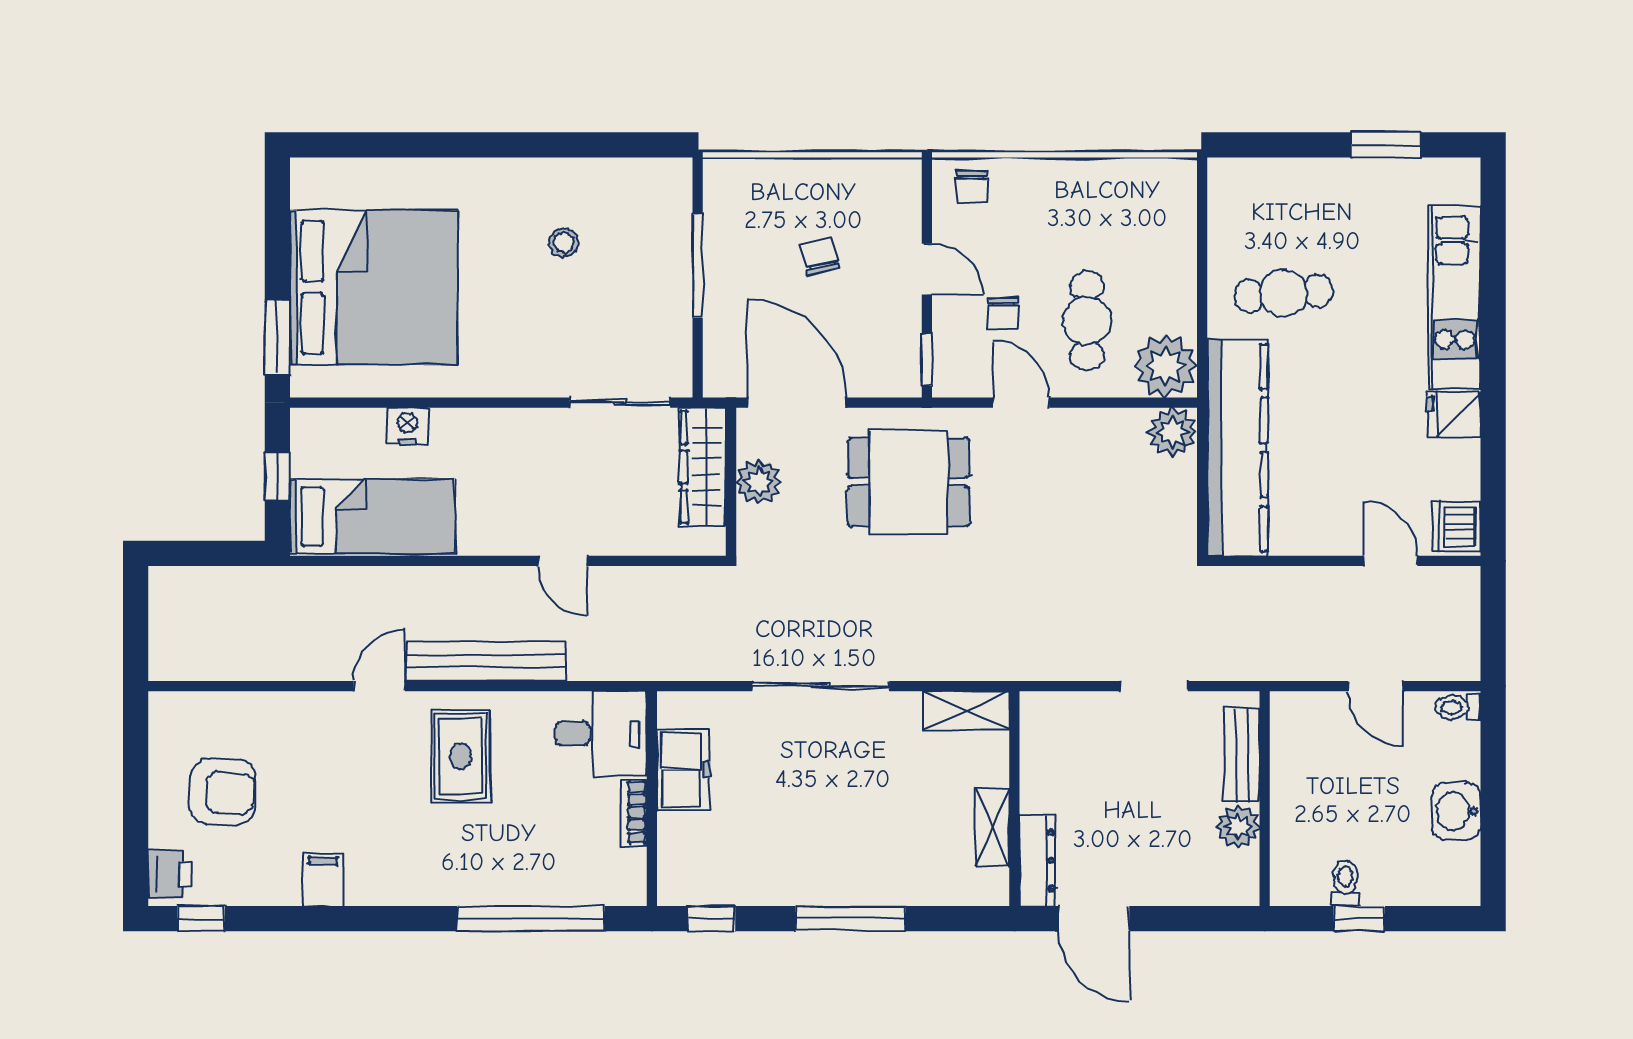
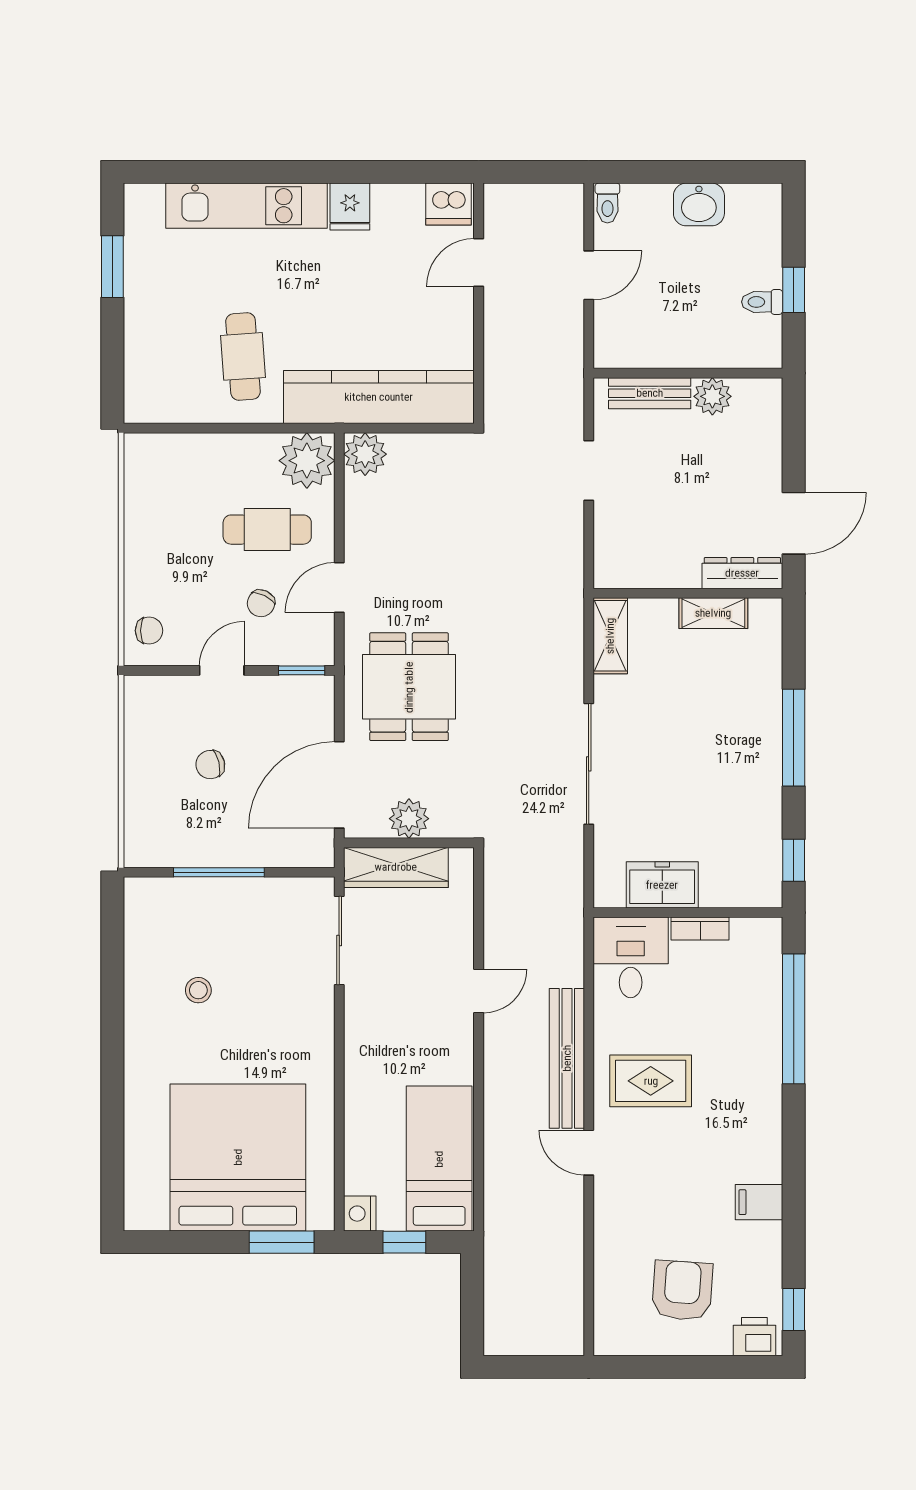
chair: (1003, 314) -> (261, 603), turned 116
nightstand: (408, 426) -> (360, 1214), moved

